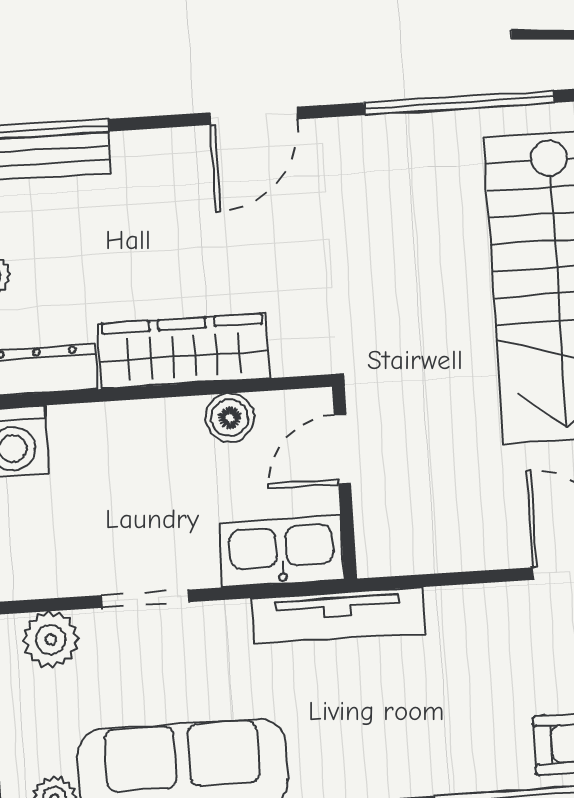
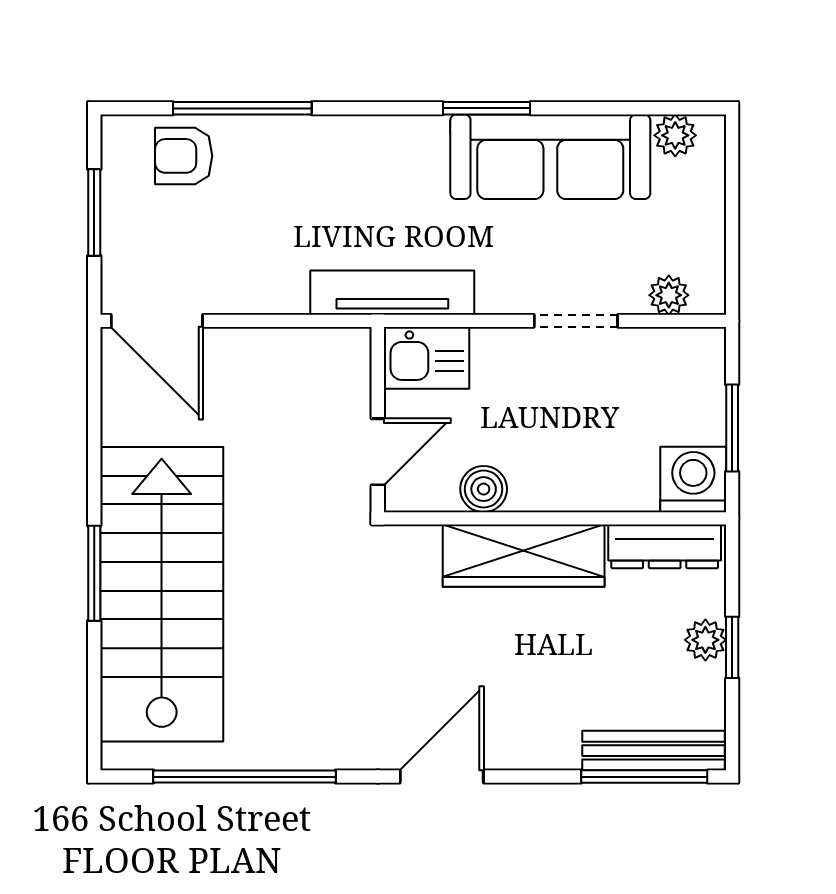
kitchen sink: (281, 551) -> (426, 358), width x0.73
plant: (51, 639) -> (669, 295), width x0.73, depth x0.73

